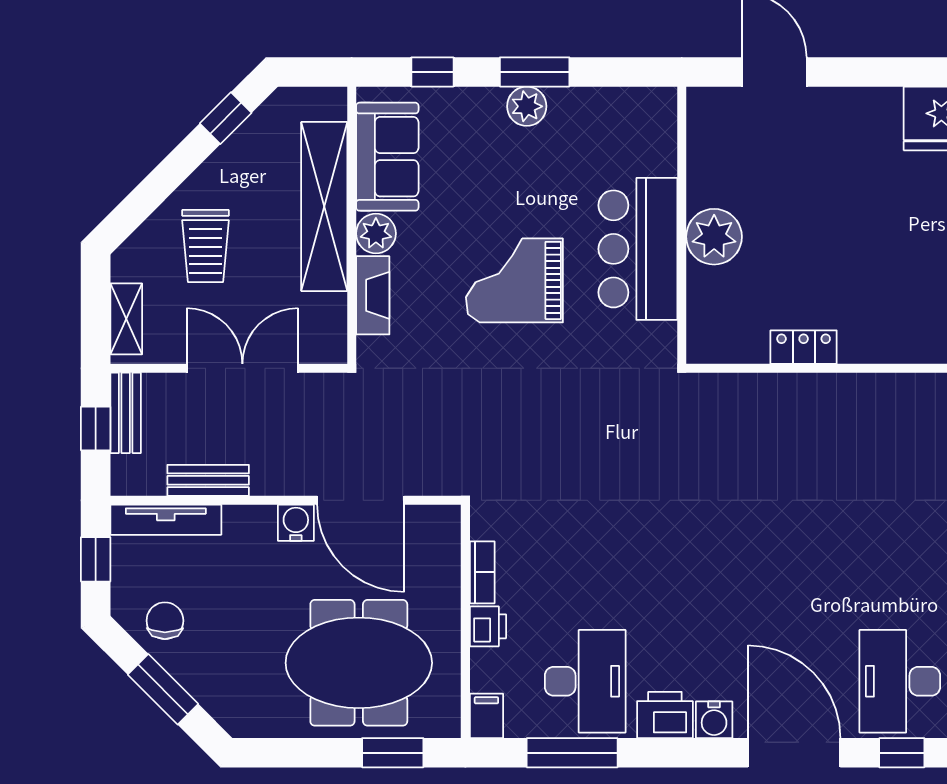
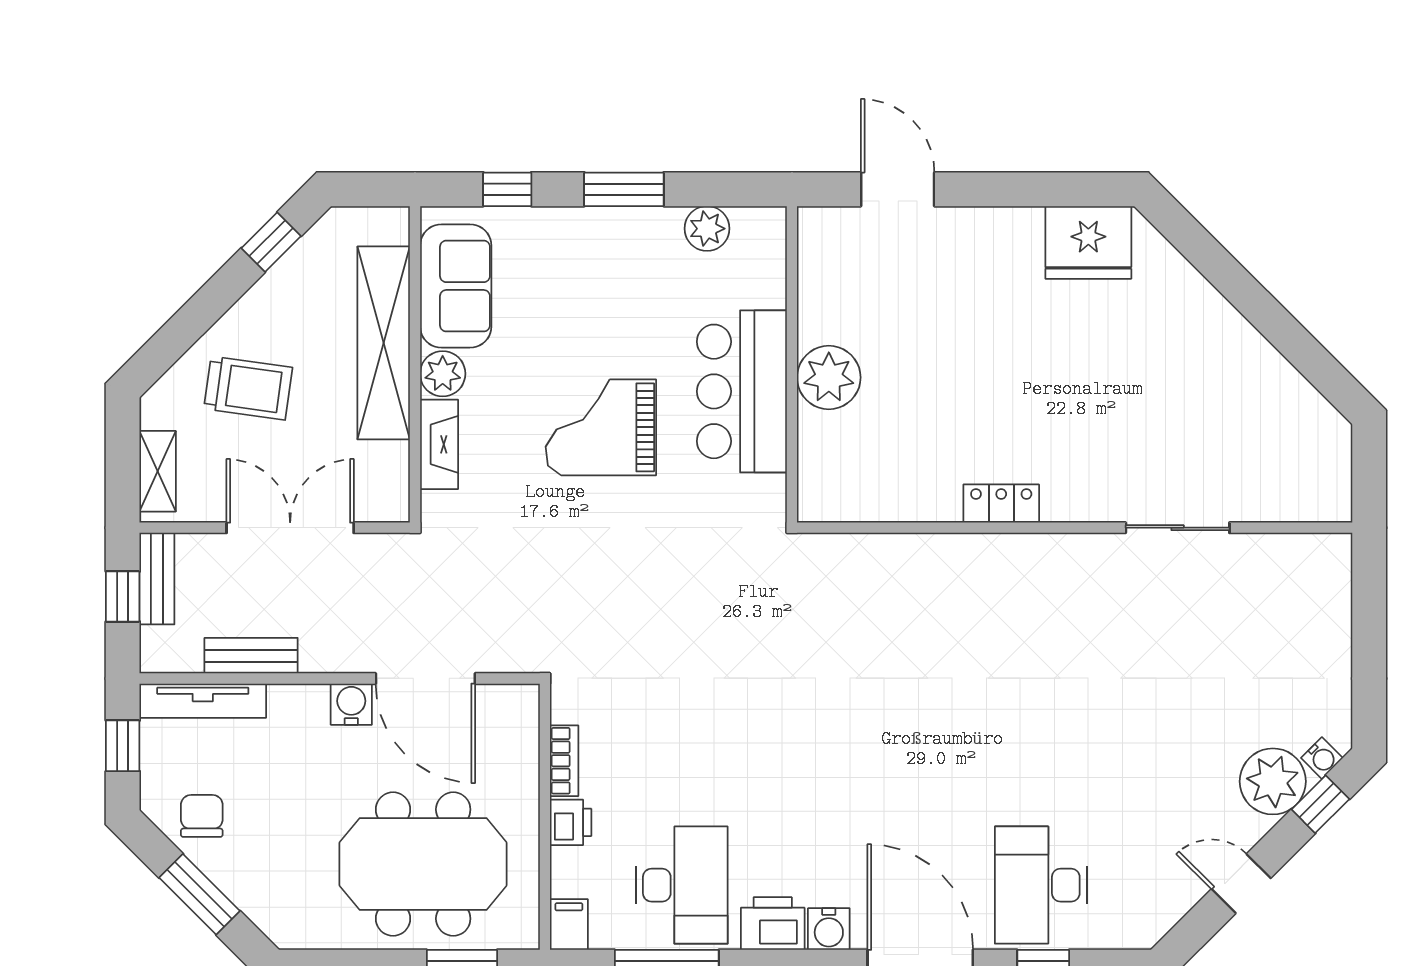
plant: (527, 106) -> (707, 229), moved
trolley: (205, 246) -> (248, 388), turned -82
locker: (804, 347) -> (1001, 504), moved

